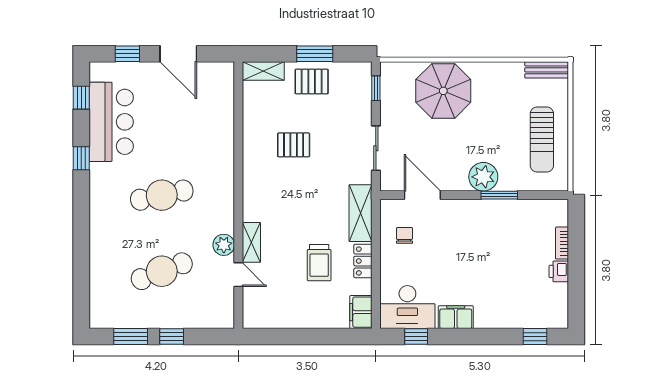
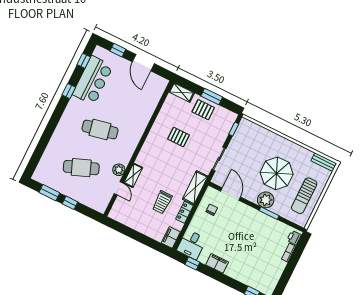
parasol: (443, 91) -> (277, 173), moved
printer: (559, 271) -> (294, 238), moved
desk: (407, 307) -> (192, 245), width x0.73

